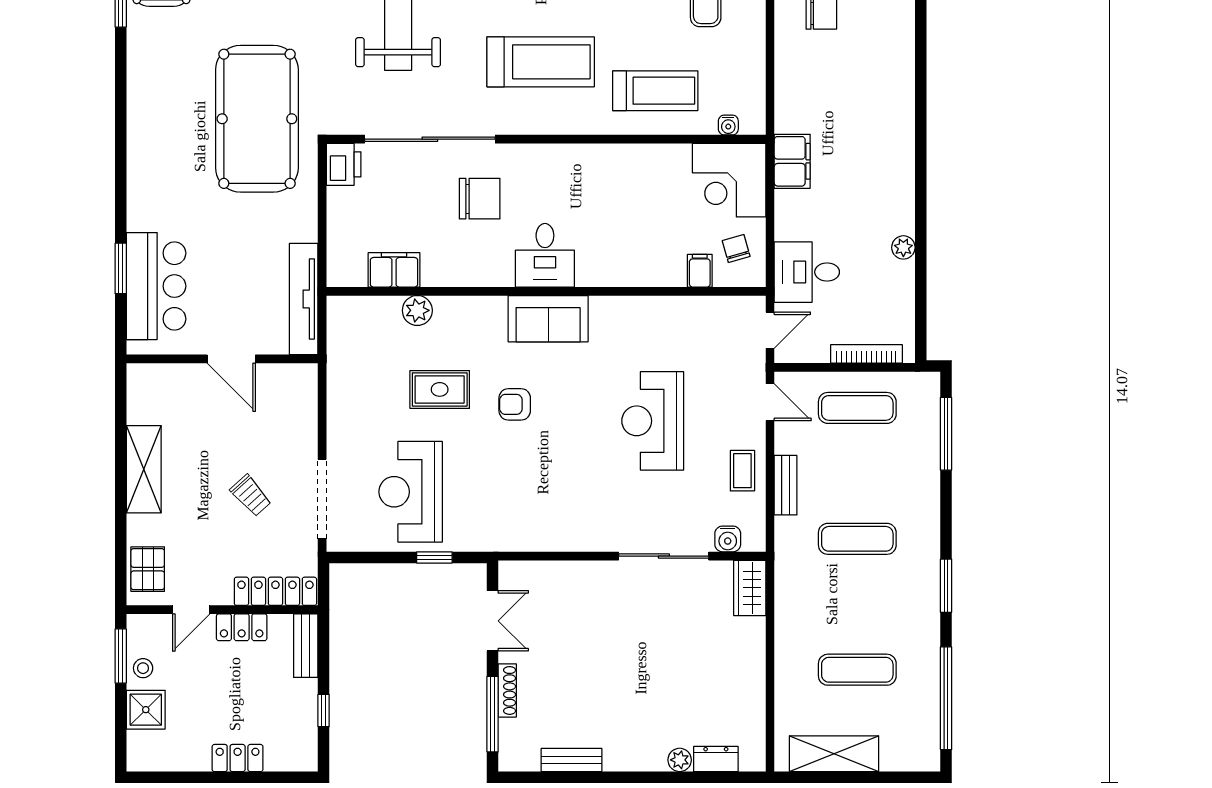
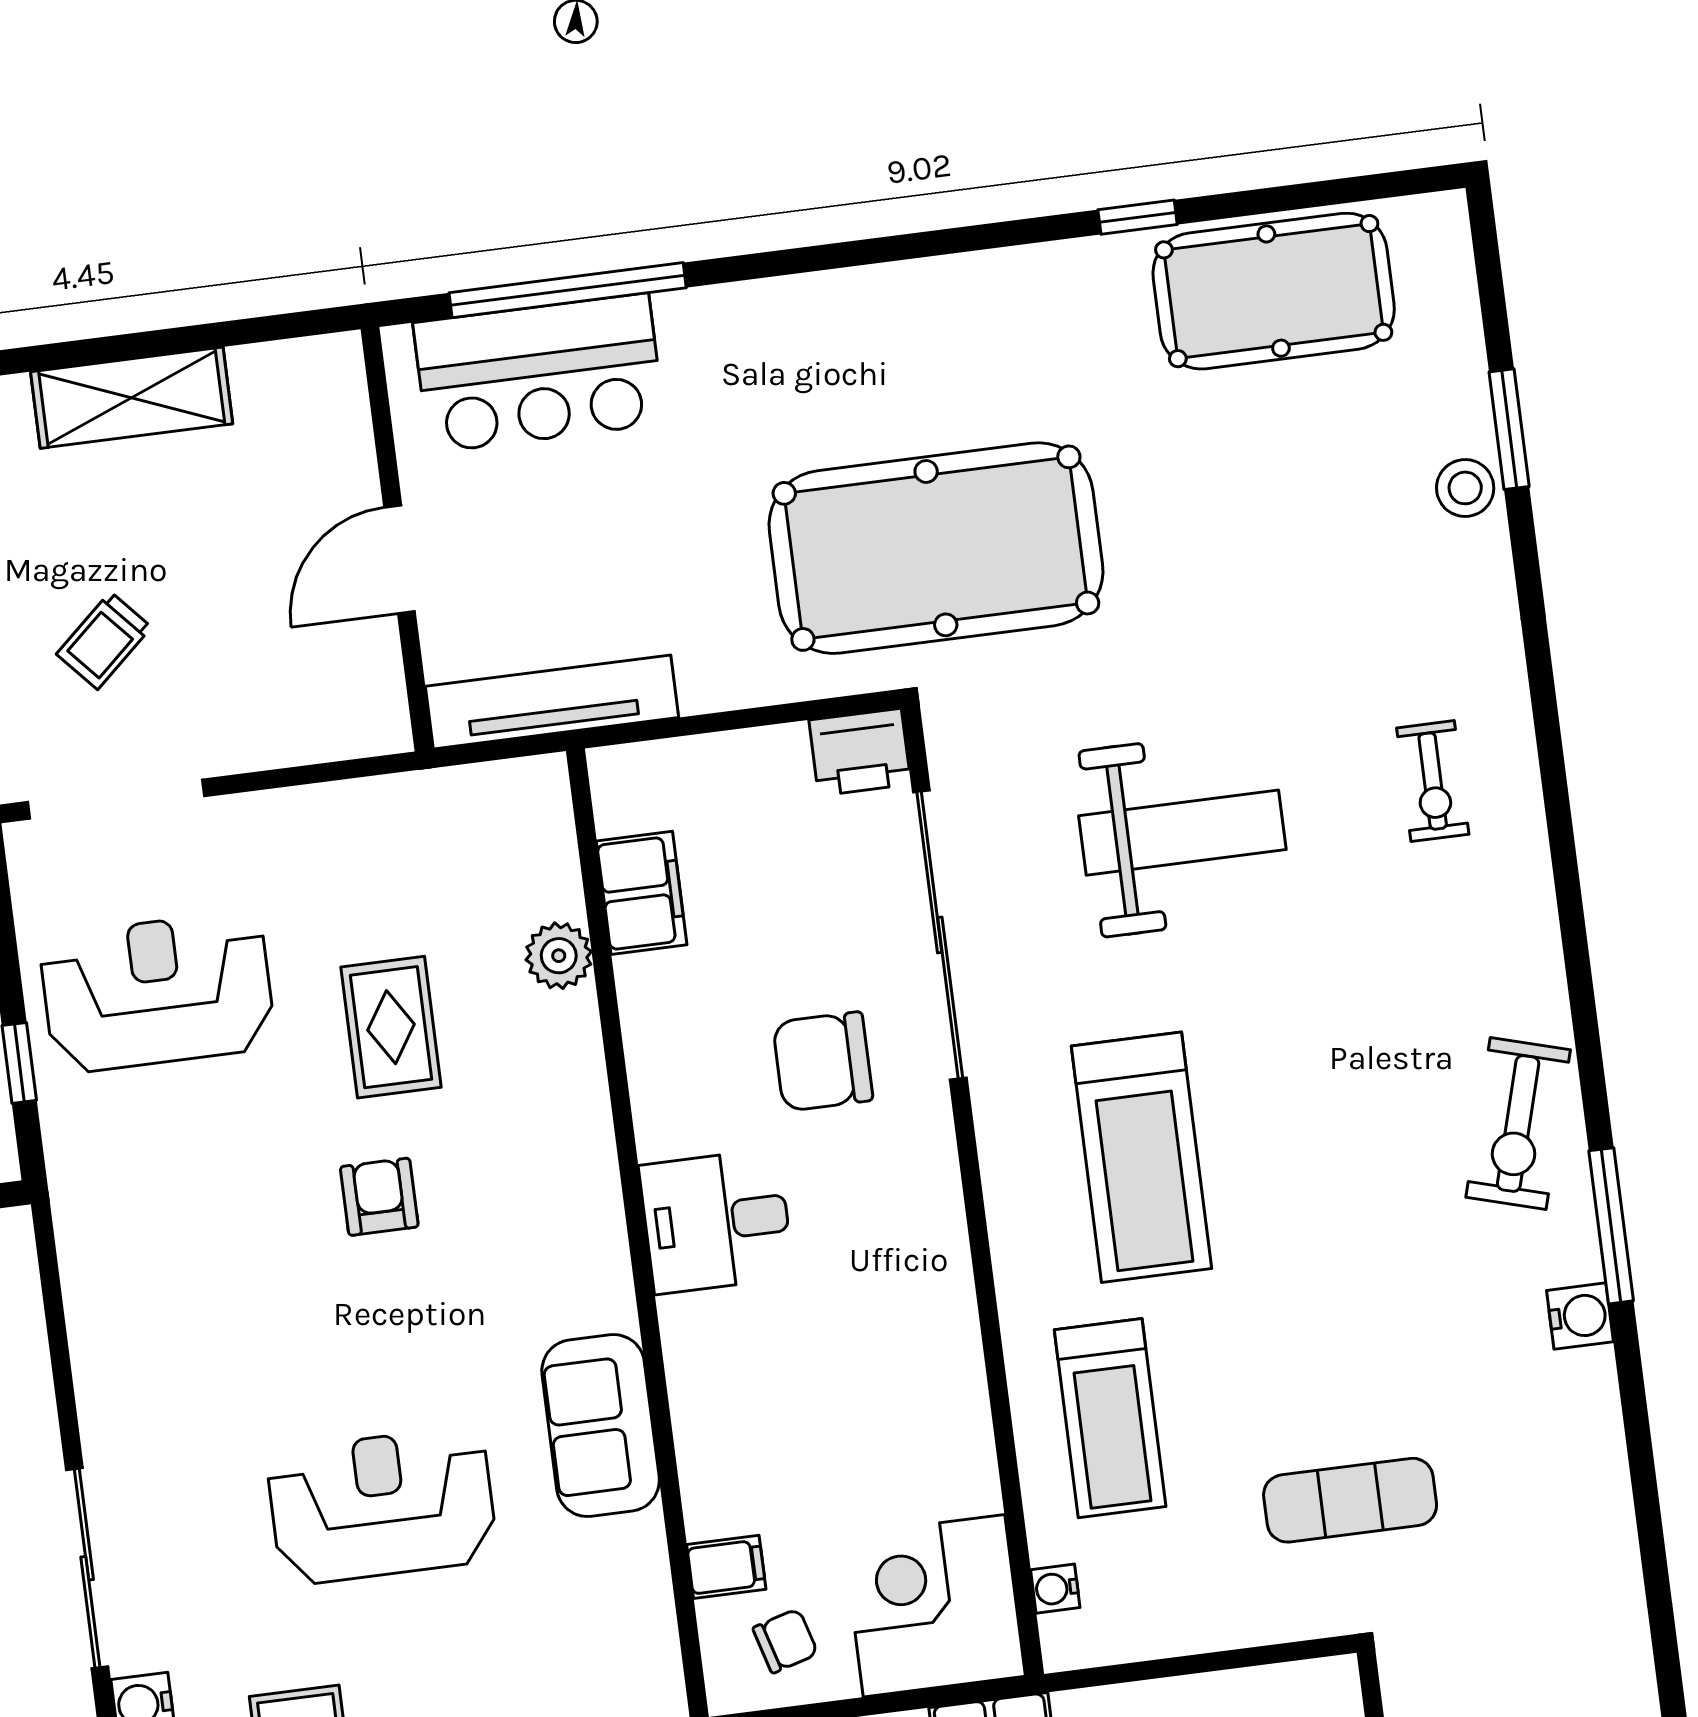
chair: (480, 199) -> (823, 1061), turned 90
window: (121, 268) -> (568, 290), width x2.11
sofa: (548, 319) -> (601, 1426), moved

